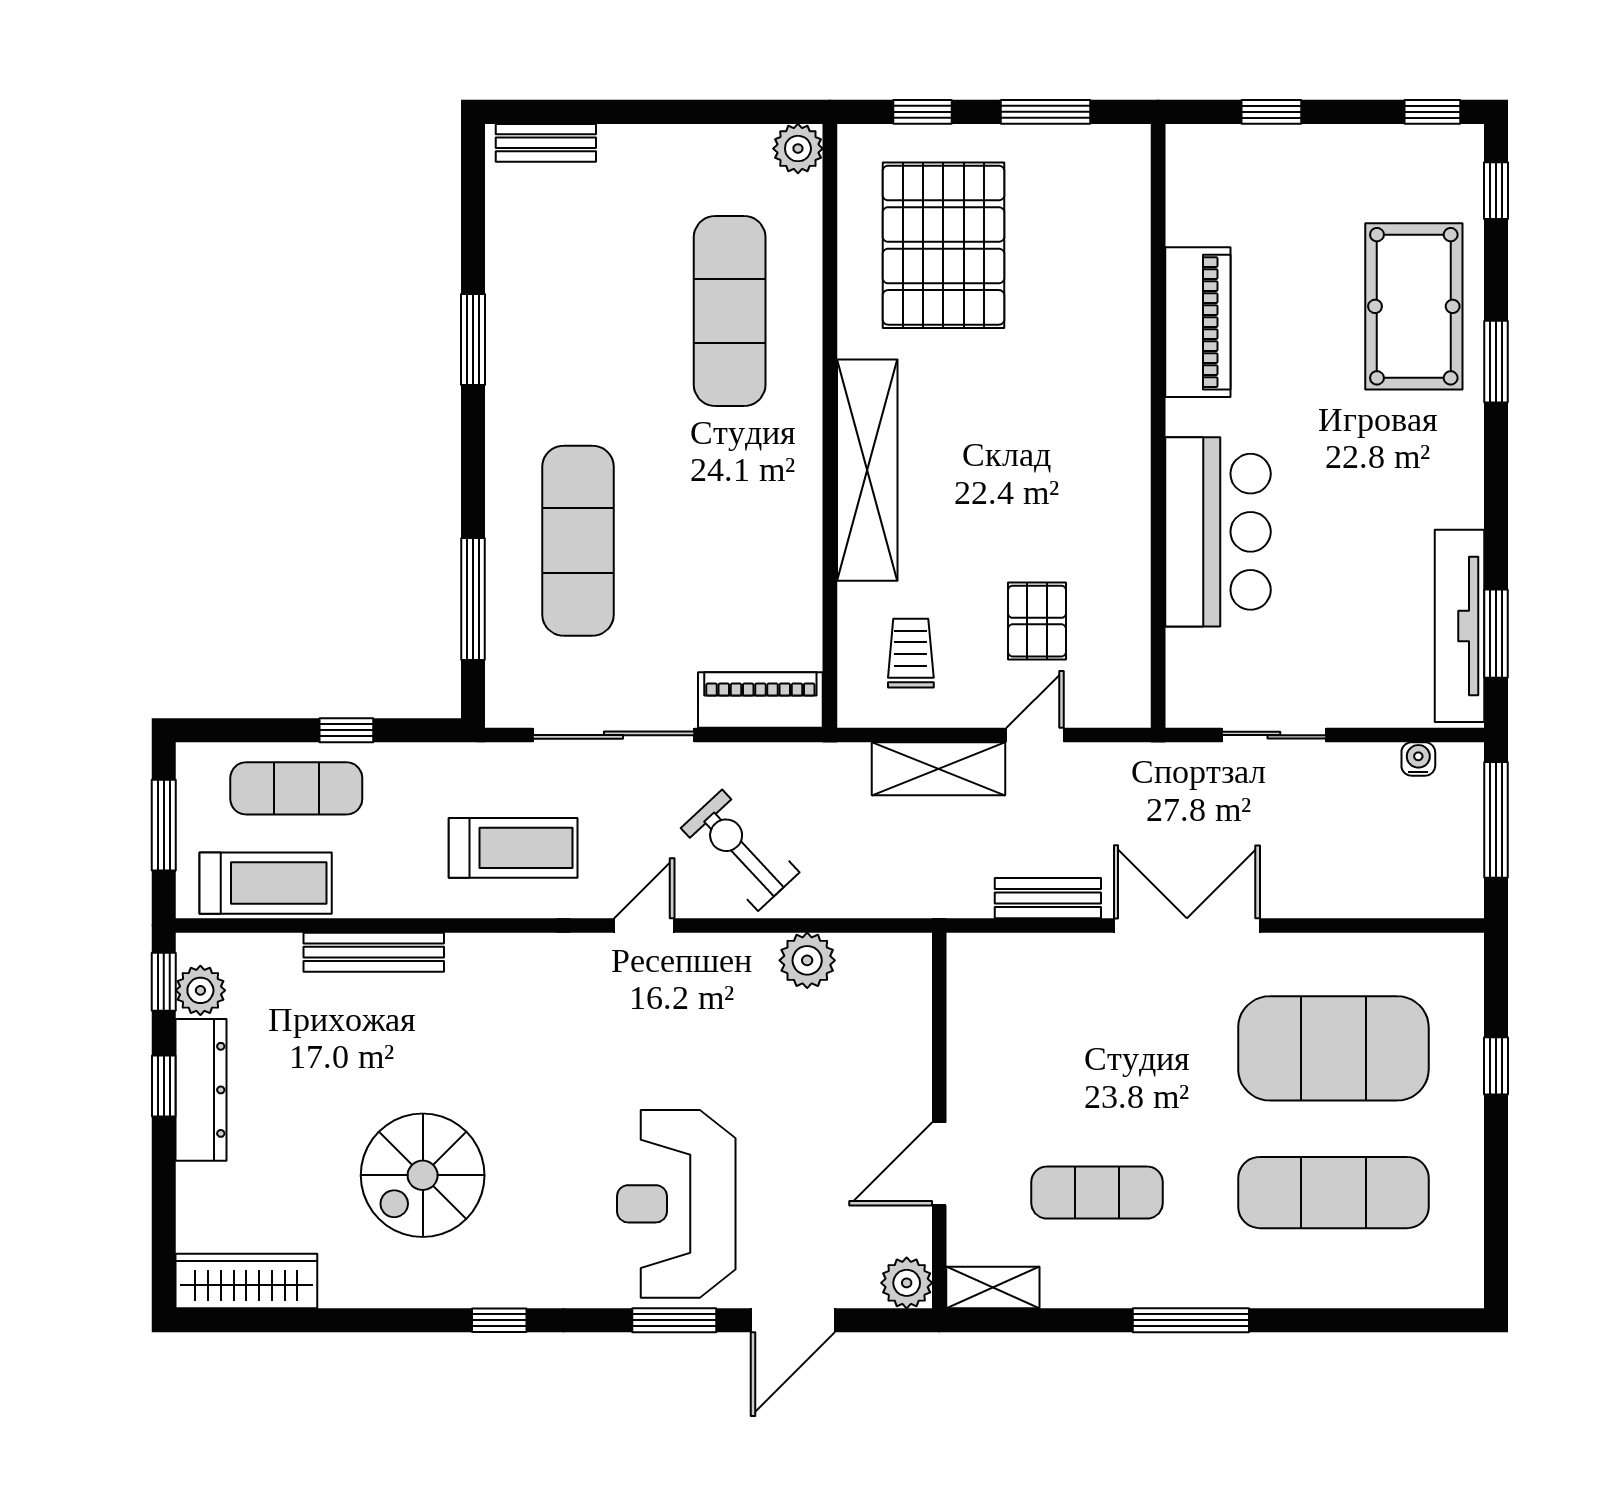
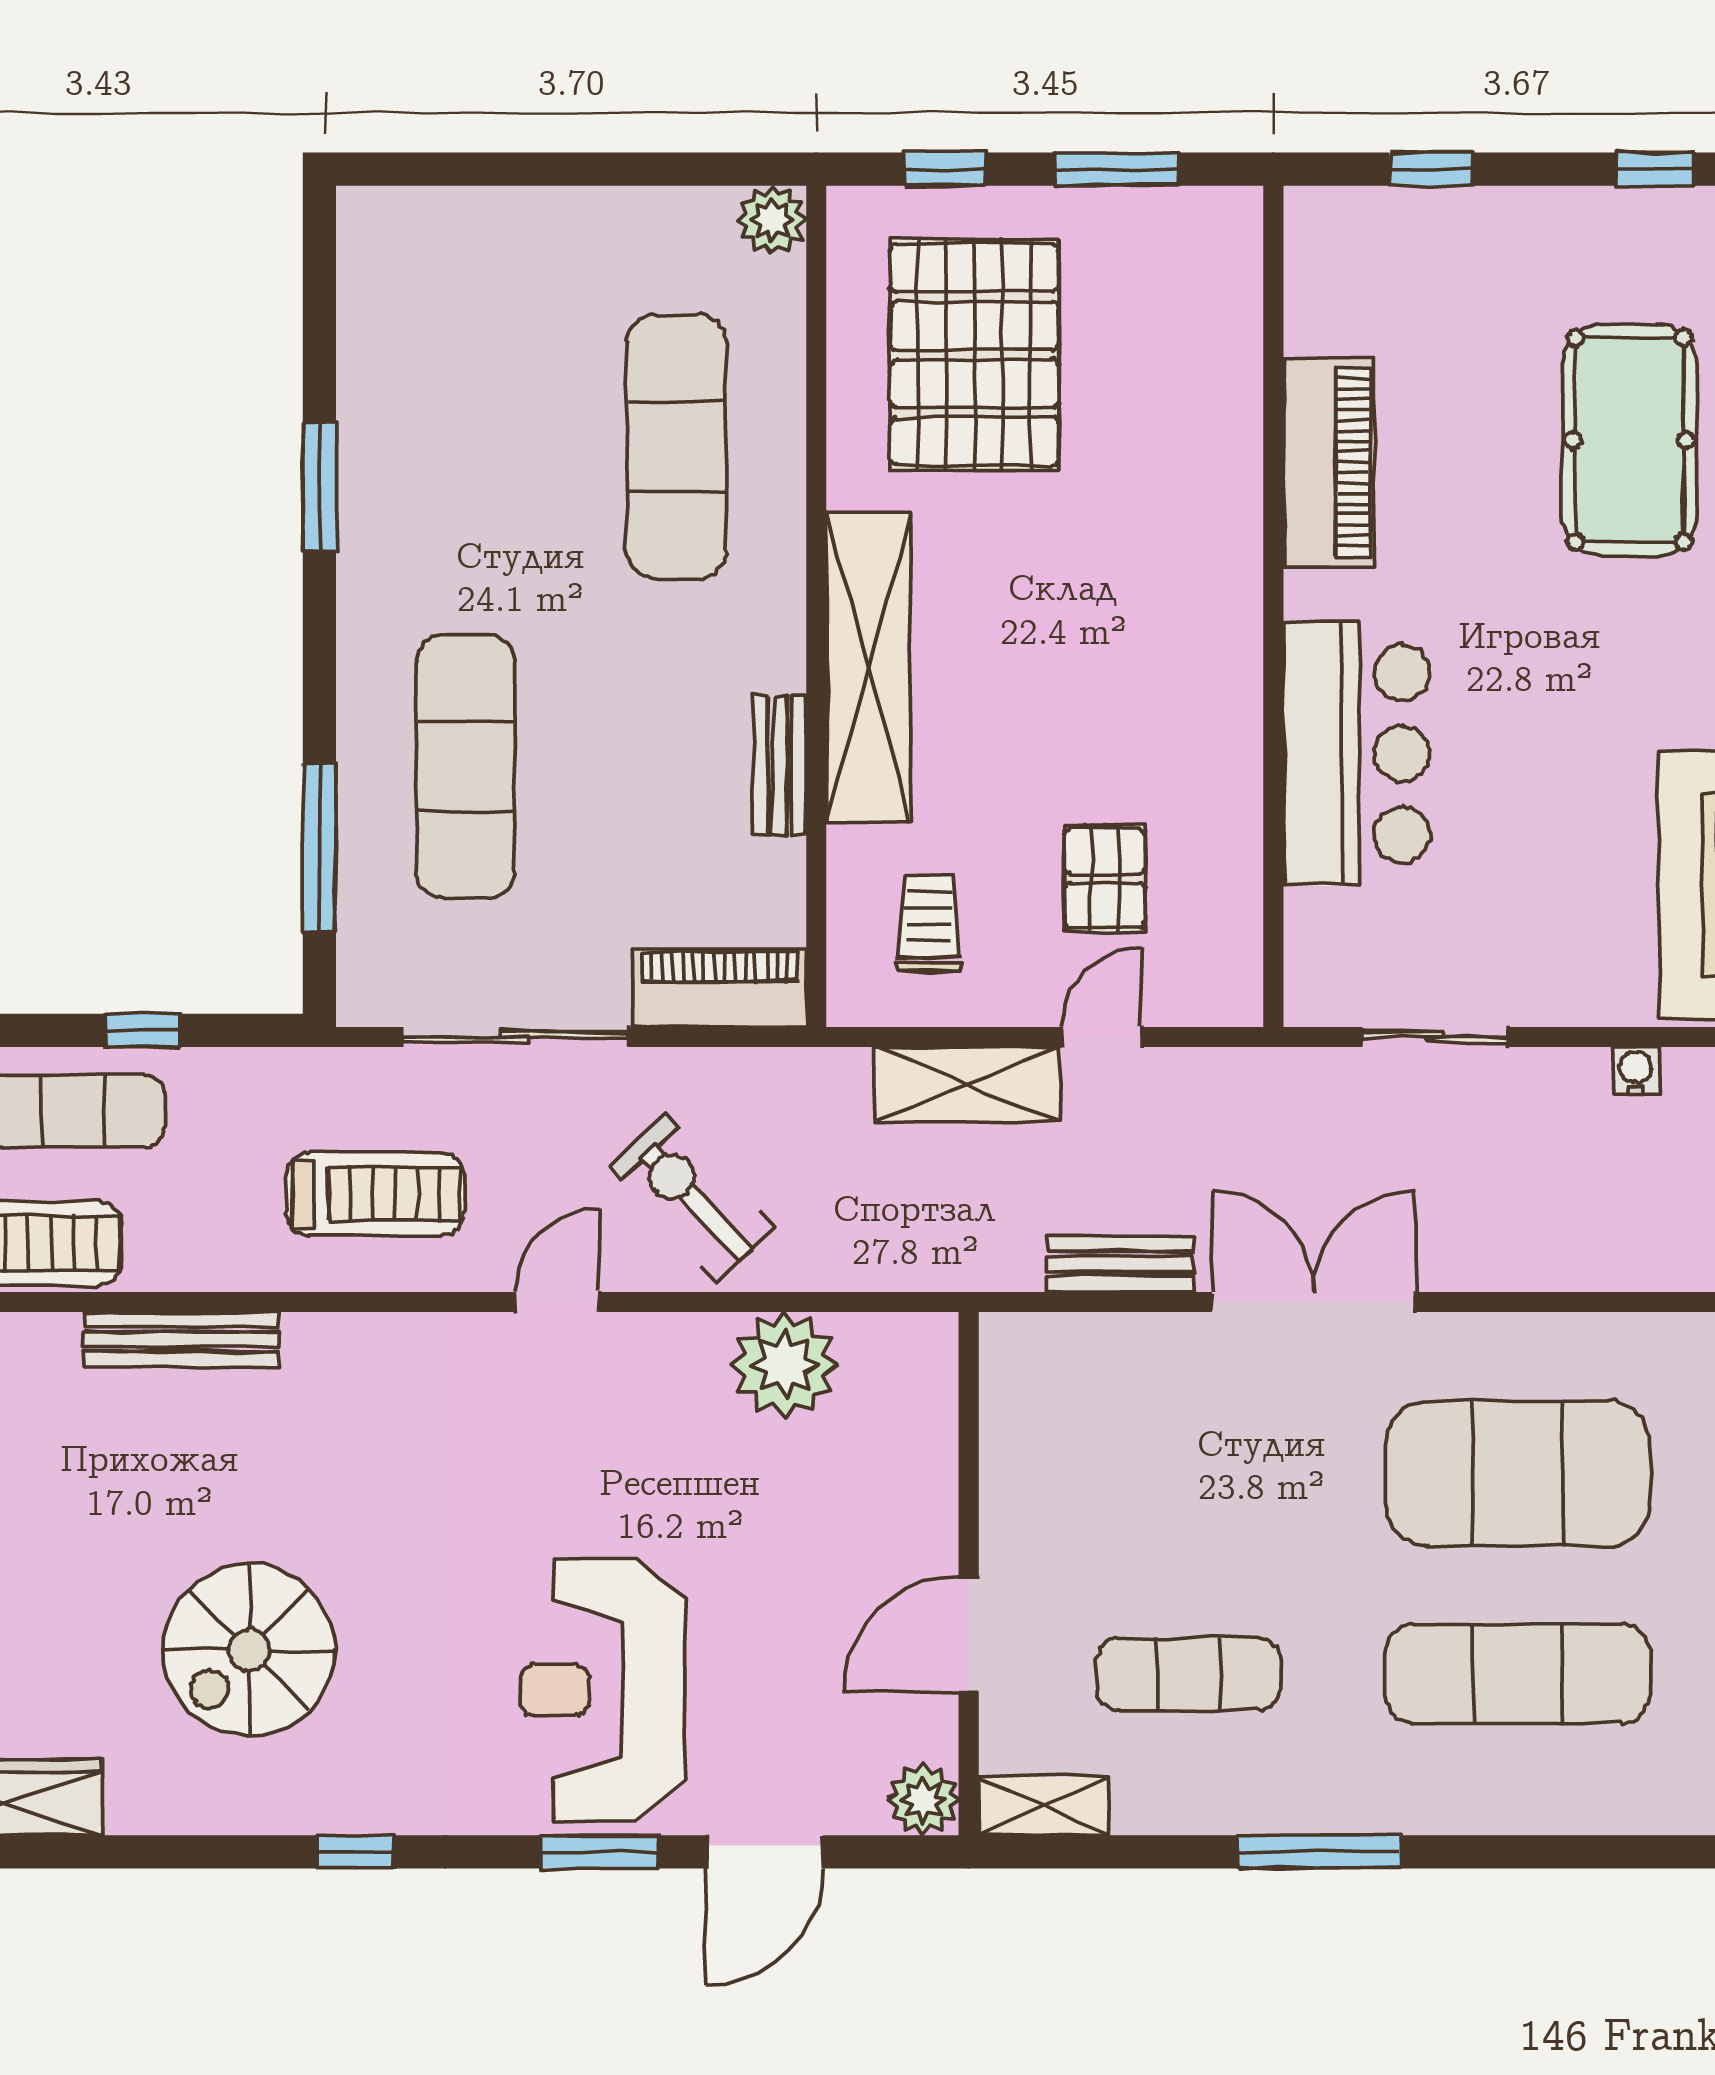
bench: (546, 143) -> (780, 765), moved, turned 90
plant: (807, 960) -> (785, 1365), width x1.36, depth x1.36

